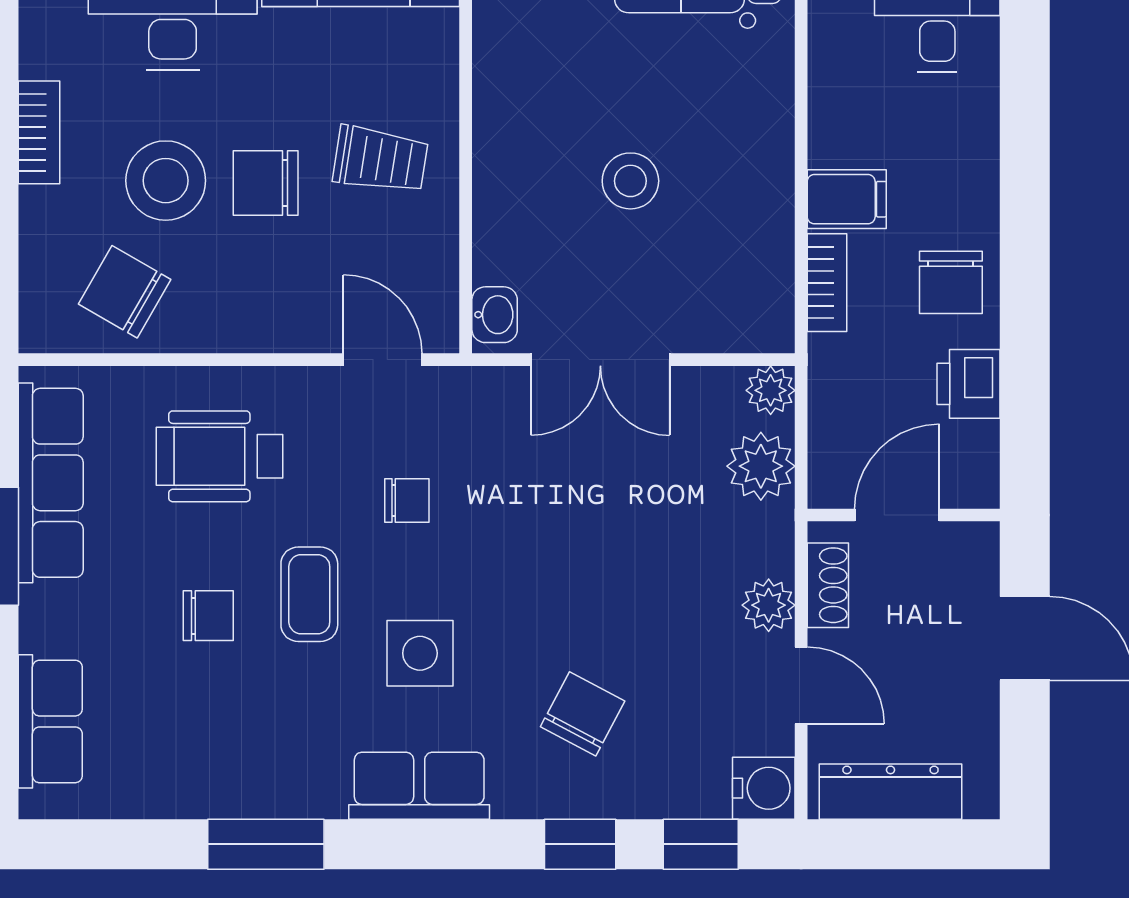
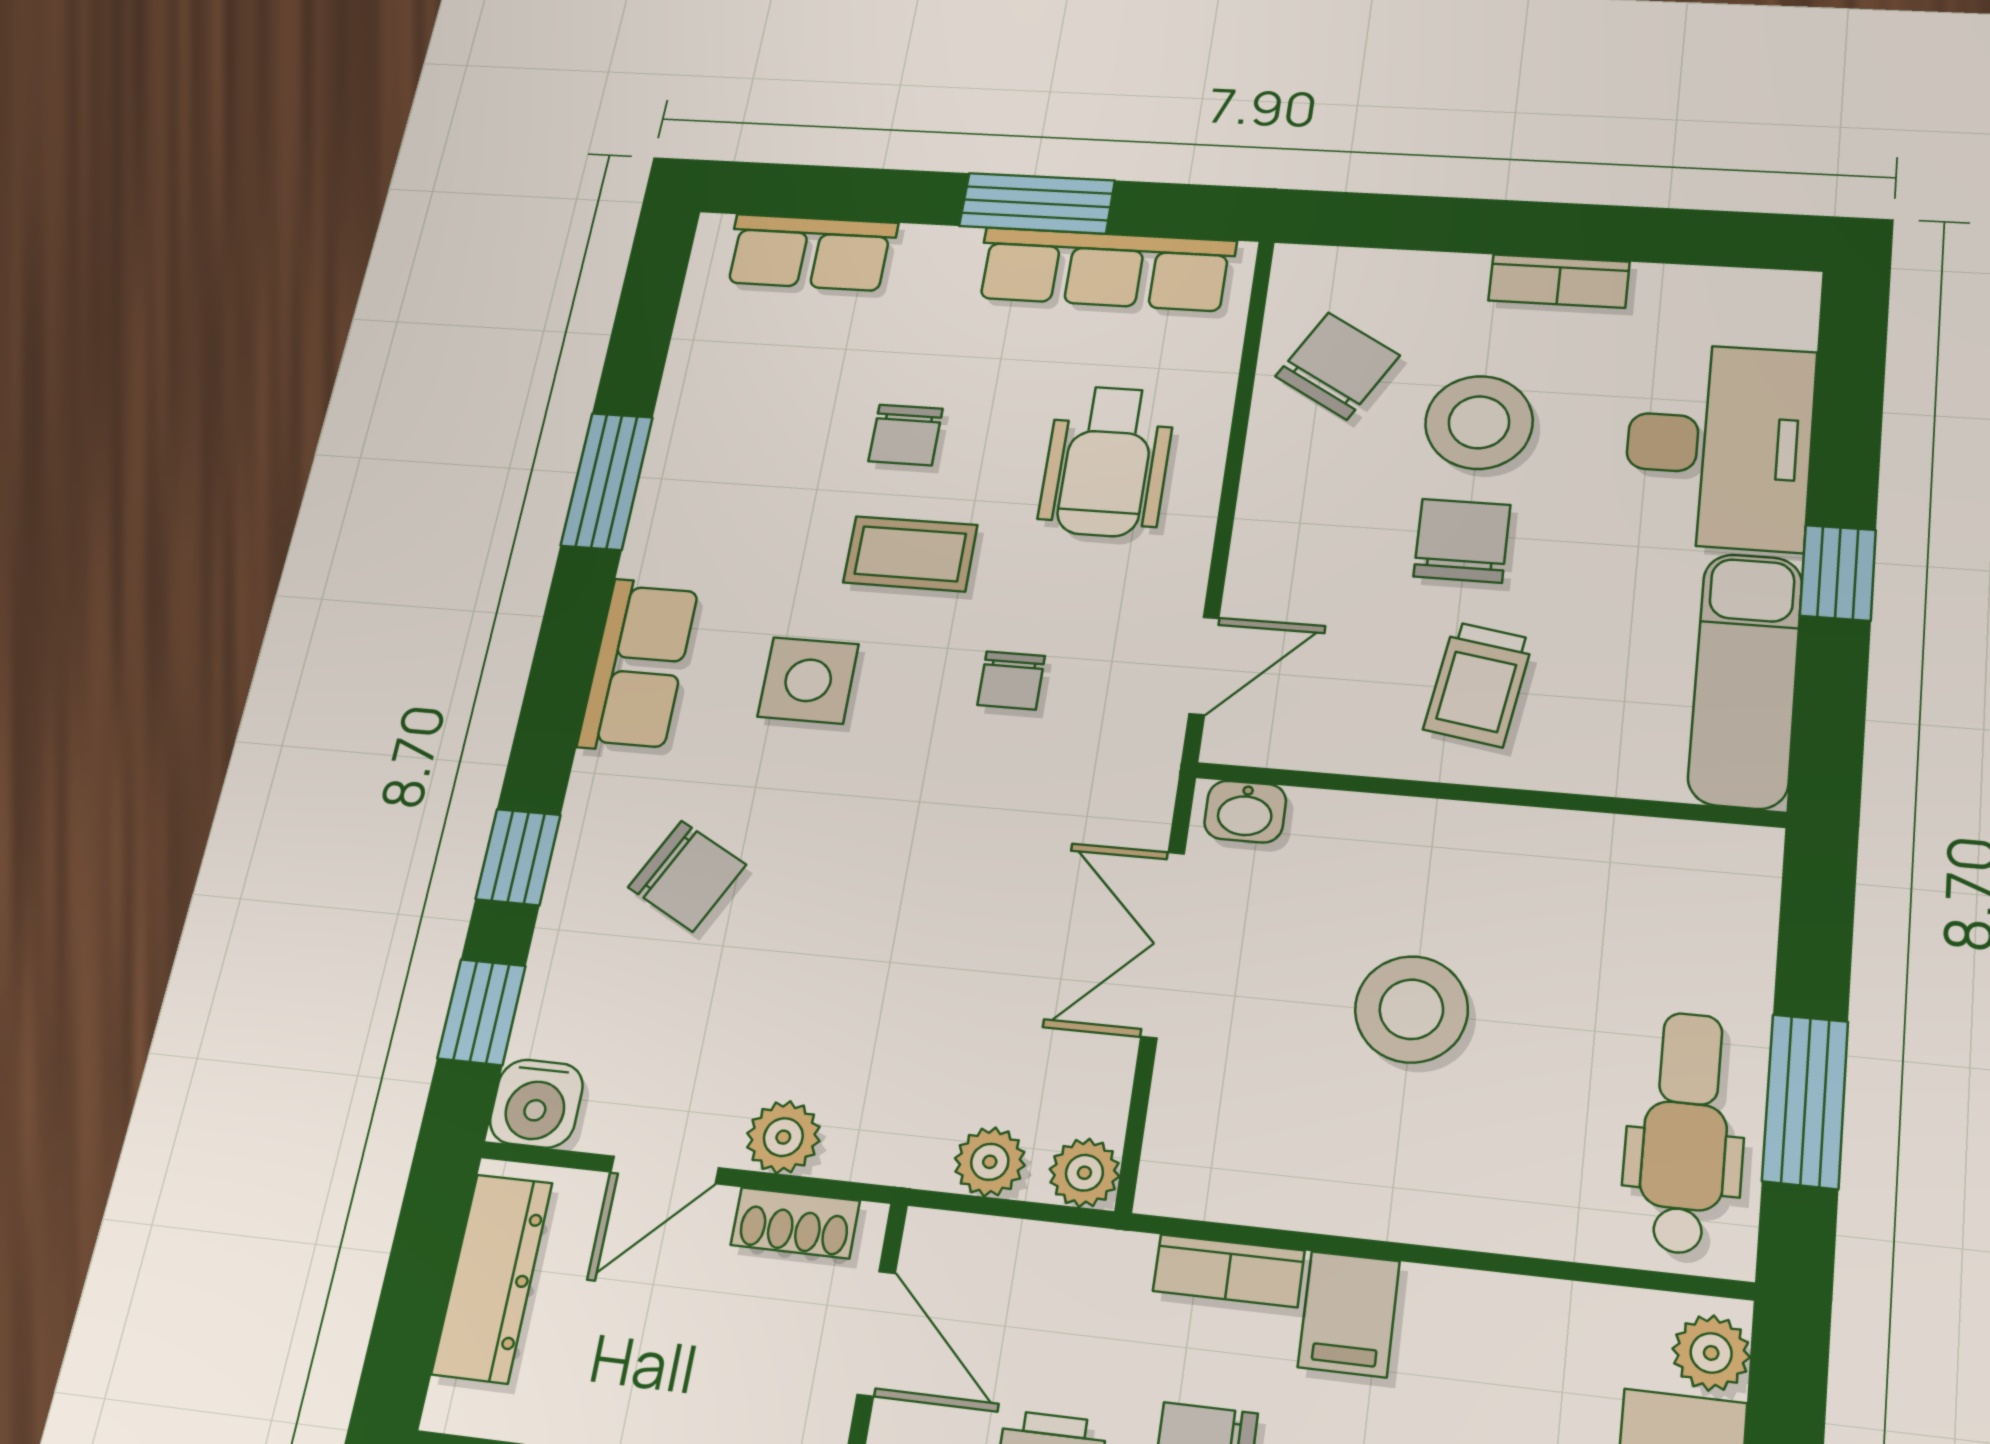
stool: (630, 181) -> (1411, 1009), width x1.38, depth x1.38
wheelchair: (219, 456) -> (1107, 461), turned 180
plant: (761, 466) -> (990, 1162), width x0.73, depth x0.73

